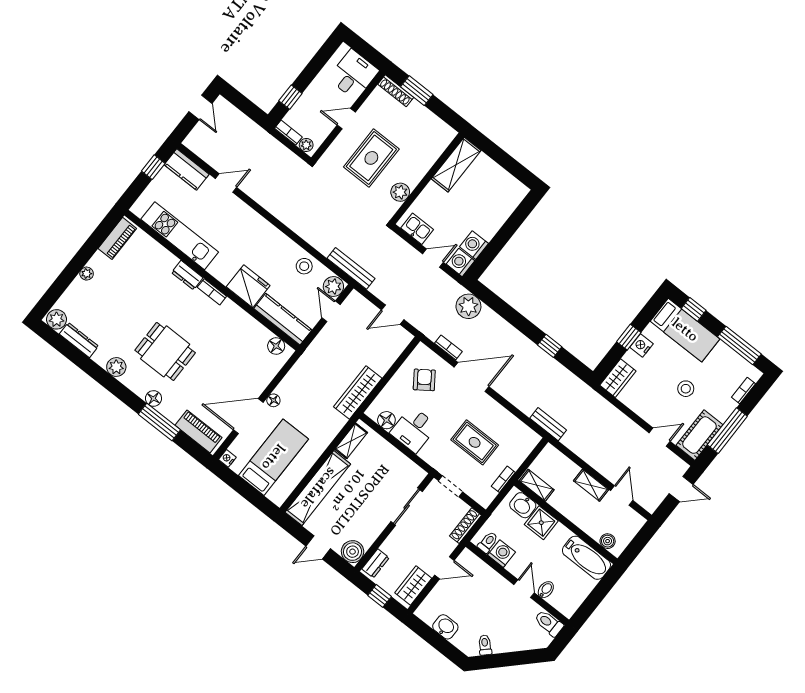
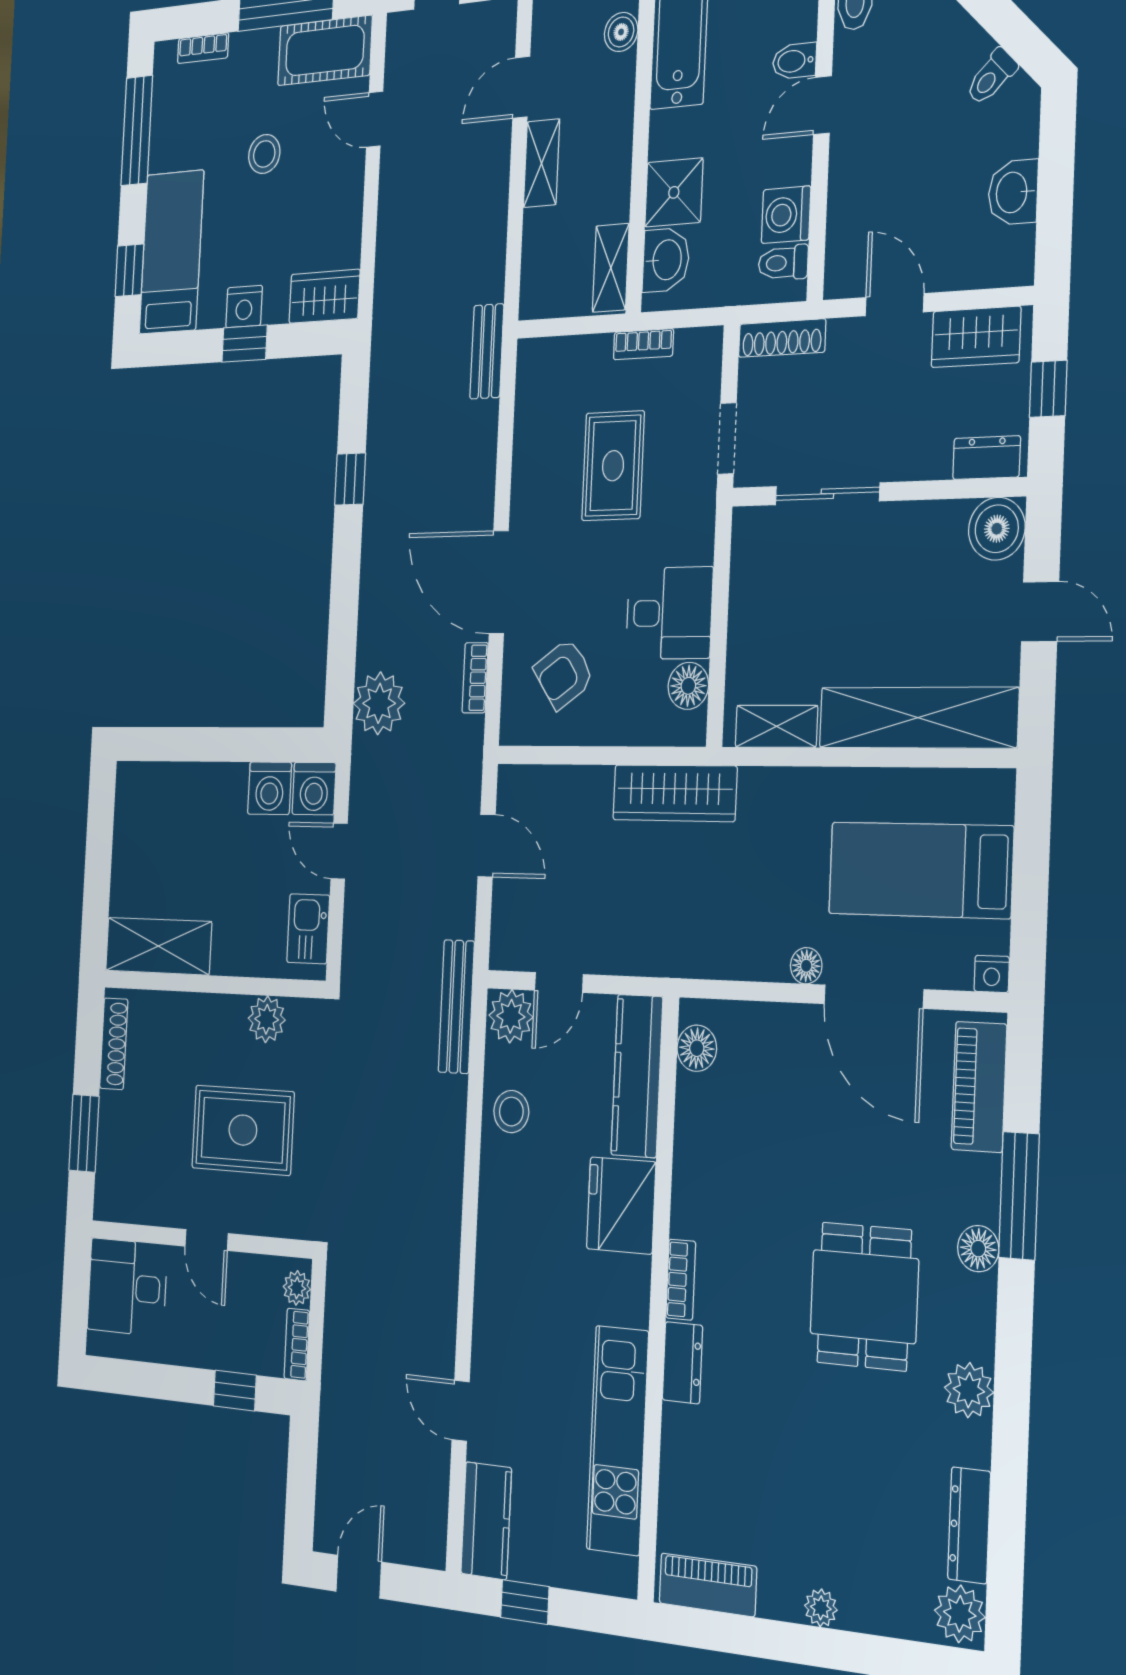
shoe rack: (396, 91) -> (114, 1044), moved

